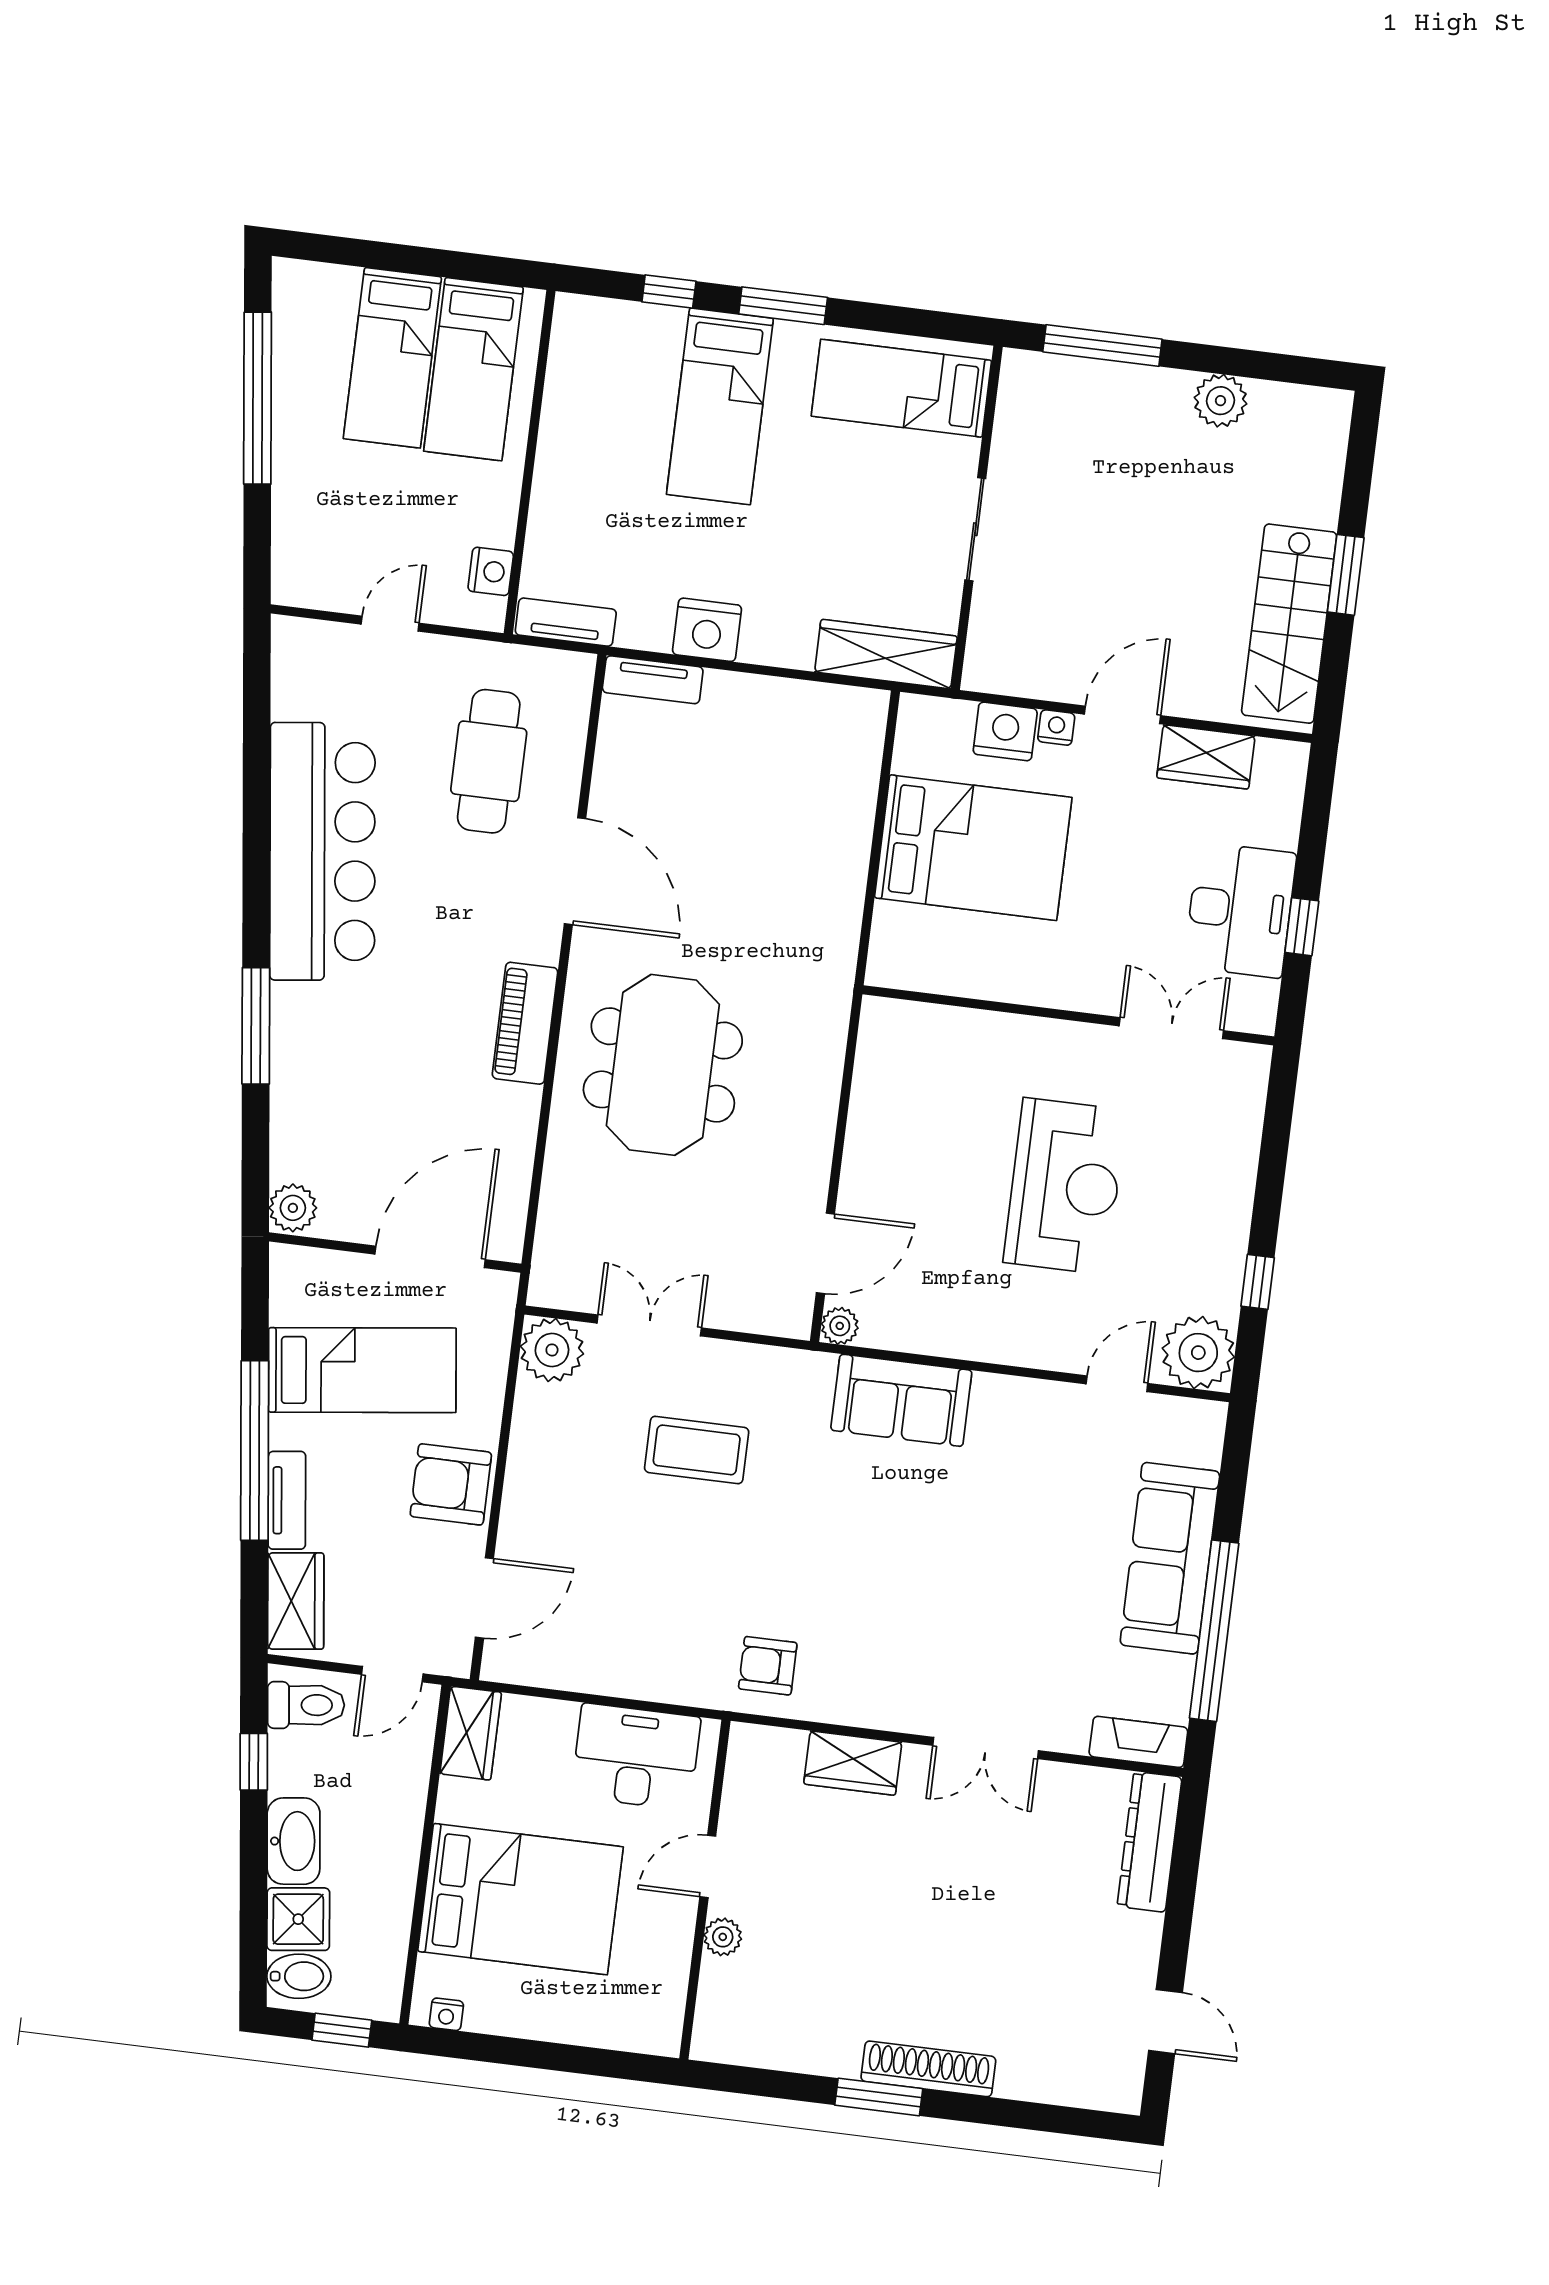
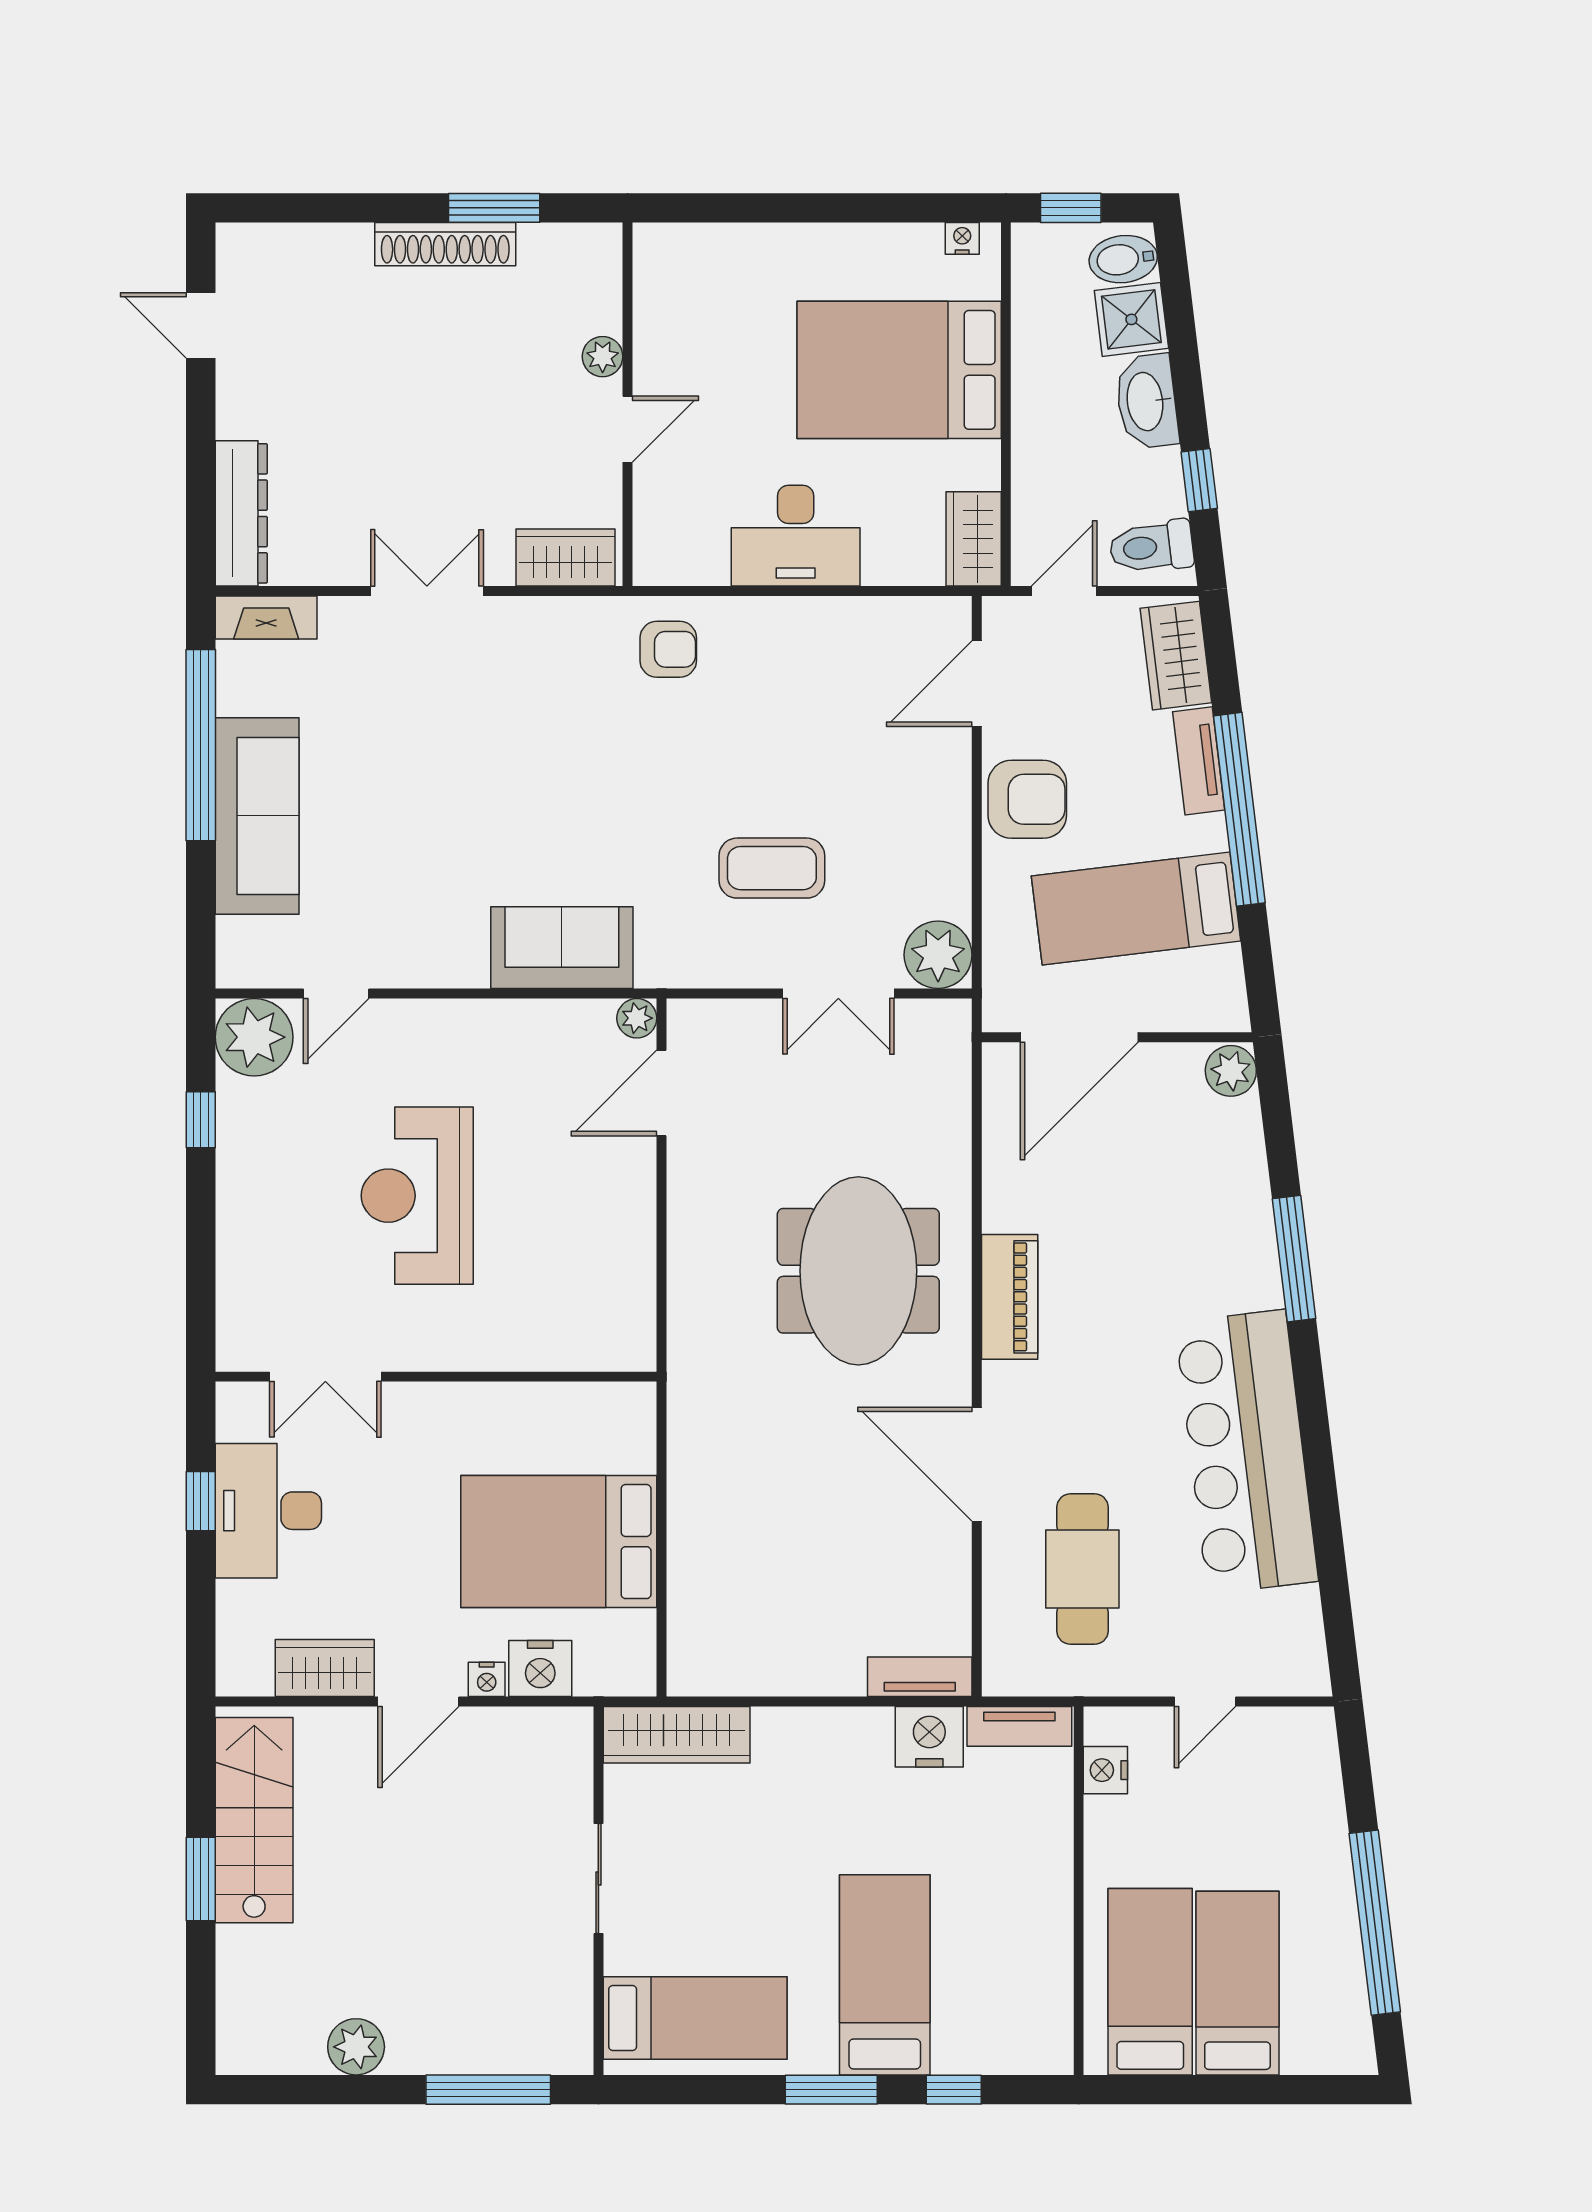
nightstand: (707, 630) -> (929, 1737), moved
door: (708, 1866) -> (628, 429), moved
wall: (705, 1890) -> (628, 404), moved
plant: (723, 1937) -> (603, 357), moved

